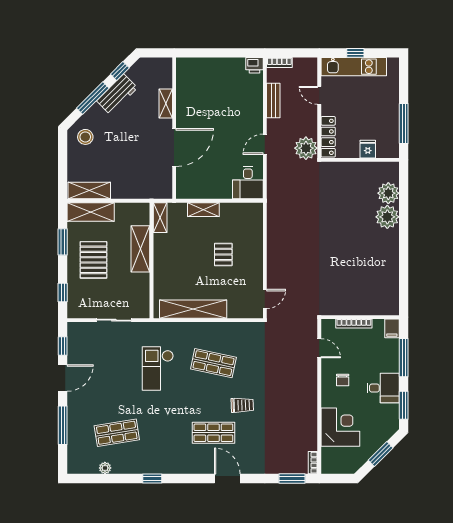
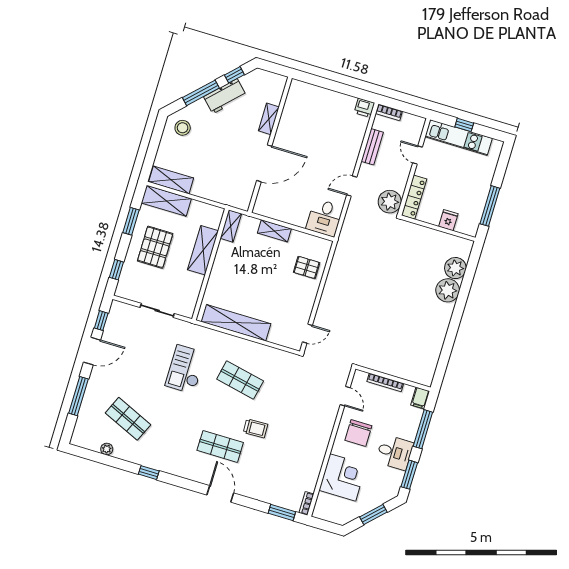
pallet: (223, 254) -> (307, 267), moved, turned 90
chair: (343, 380) -> (358, 433), width x1.87, depth x1.87
shop shelf: (117, 433) -> (128, 419), turned 33

